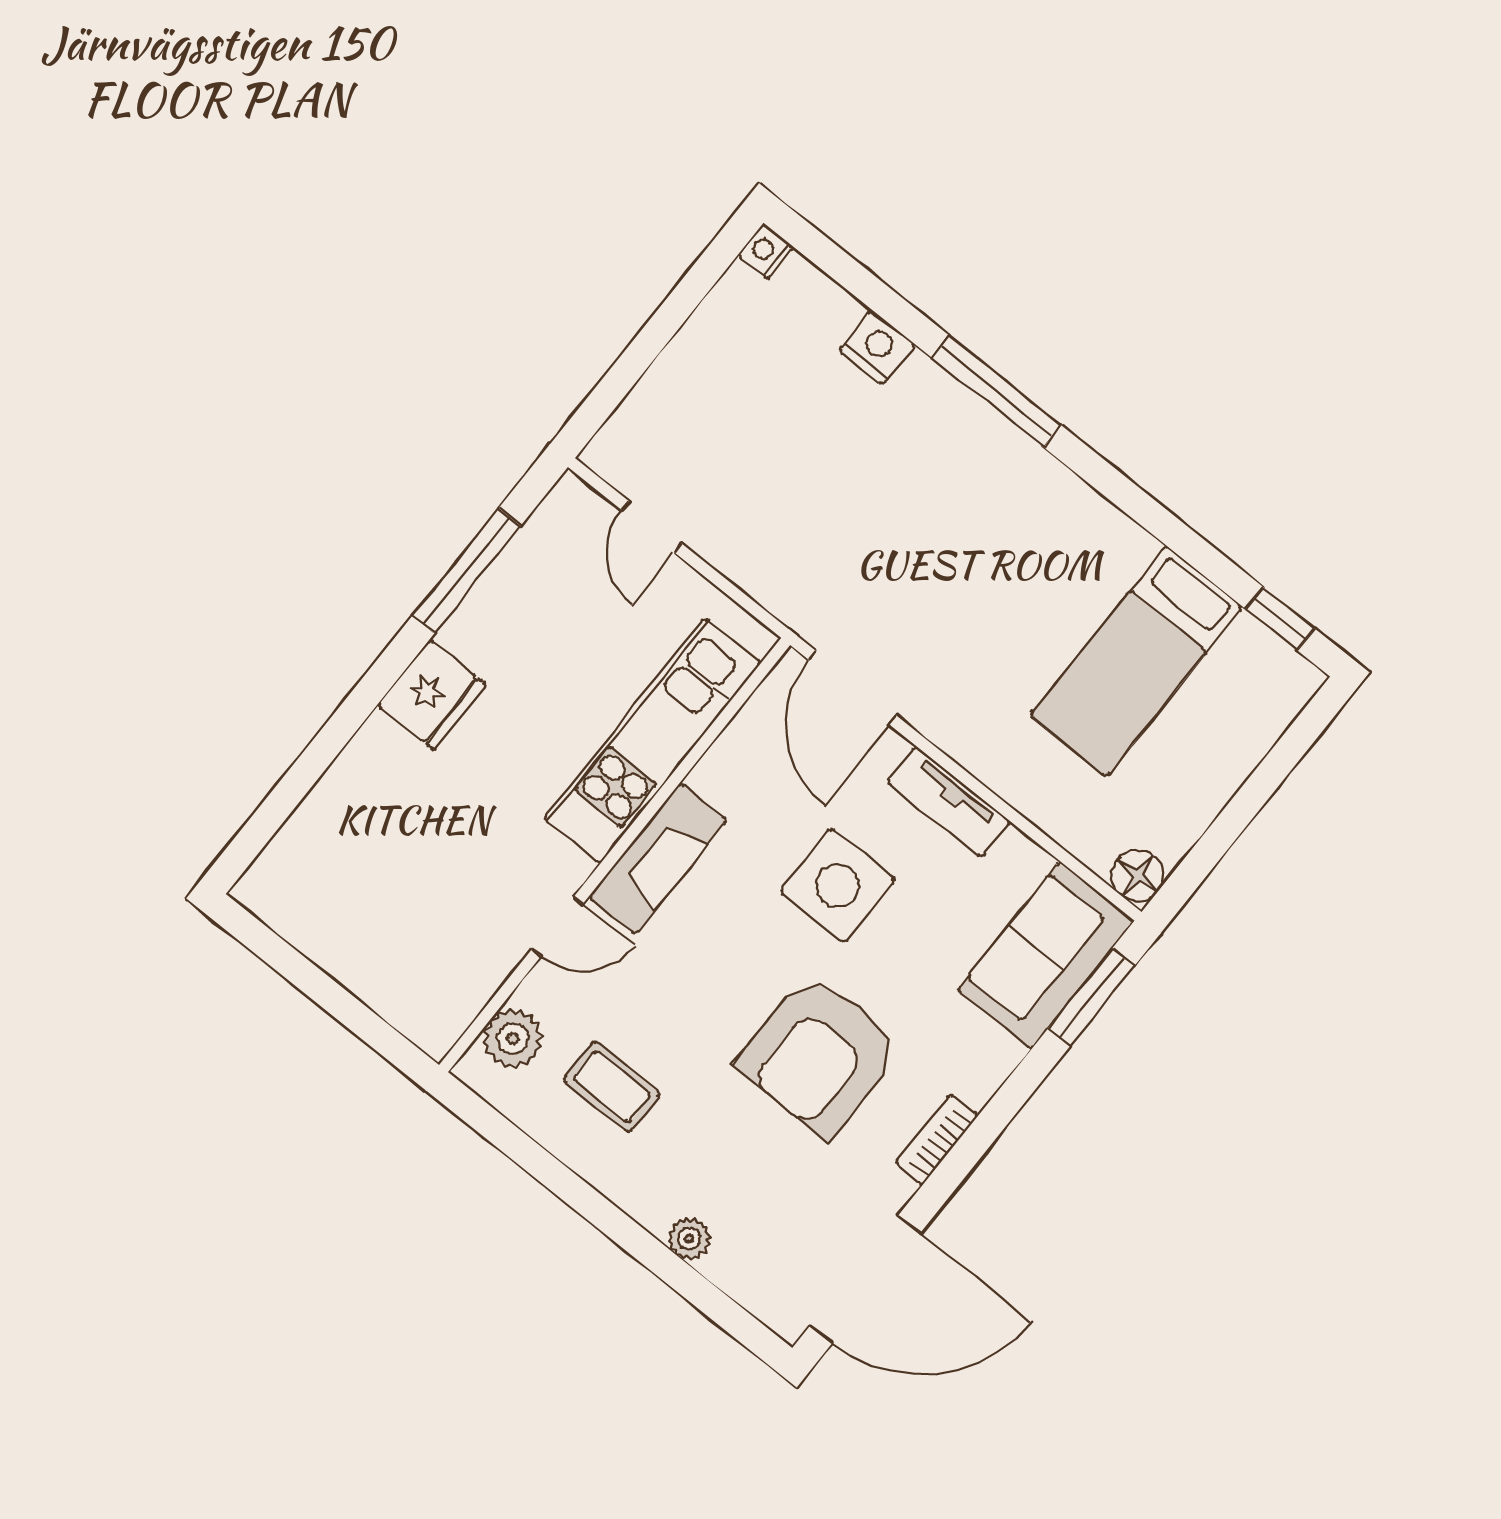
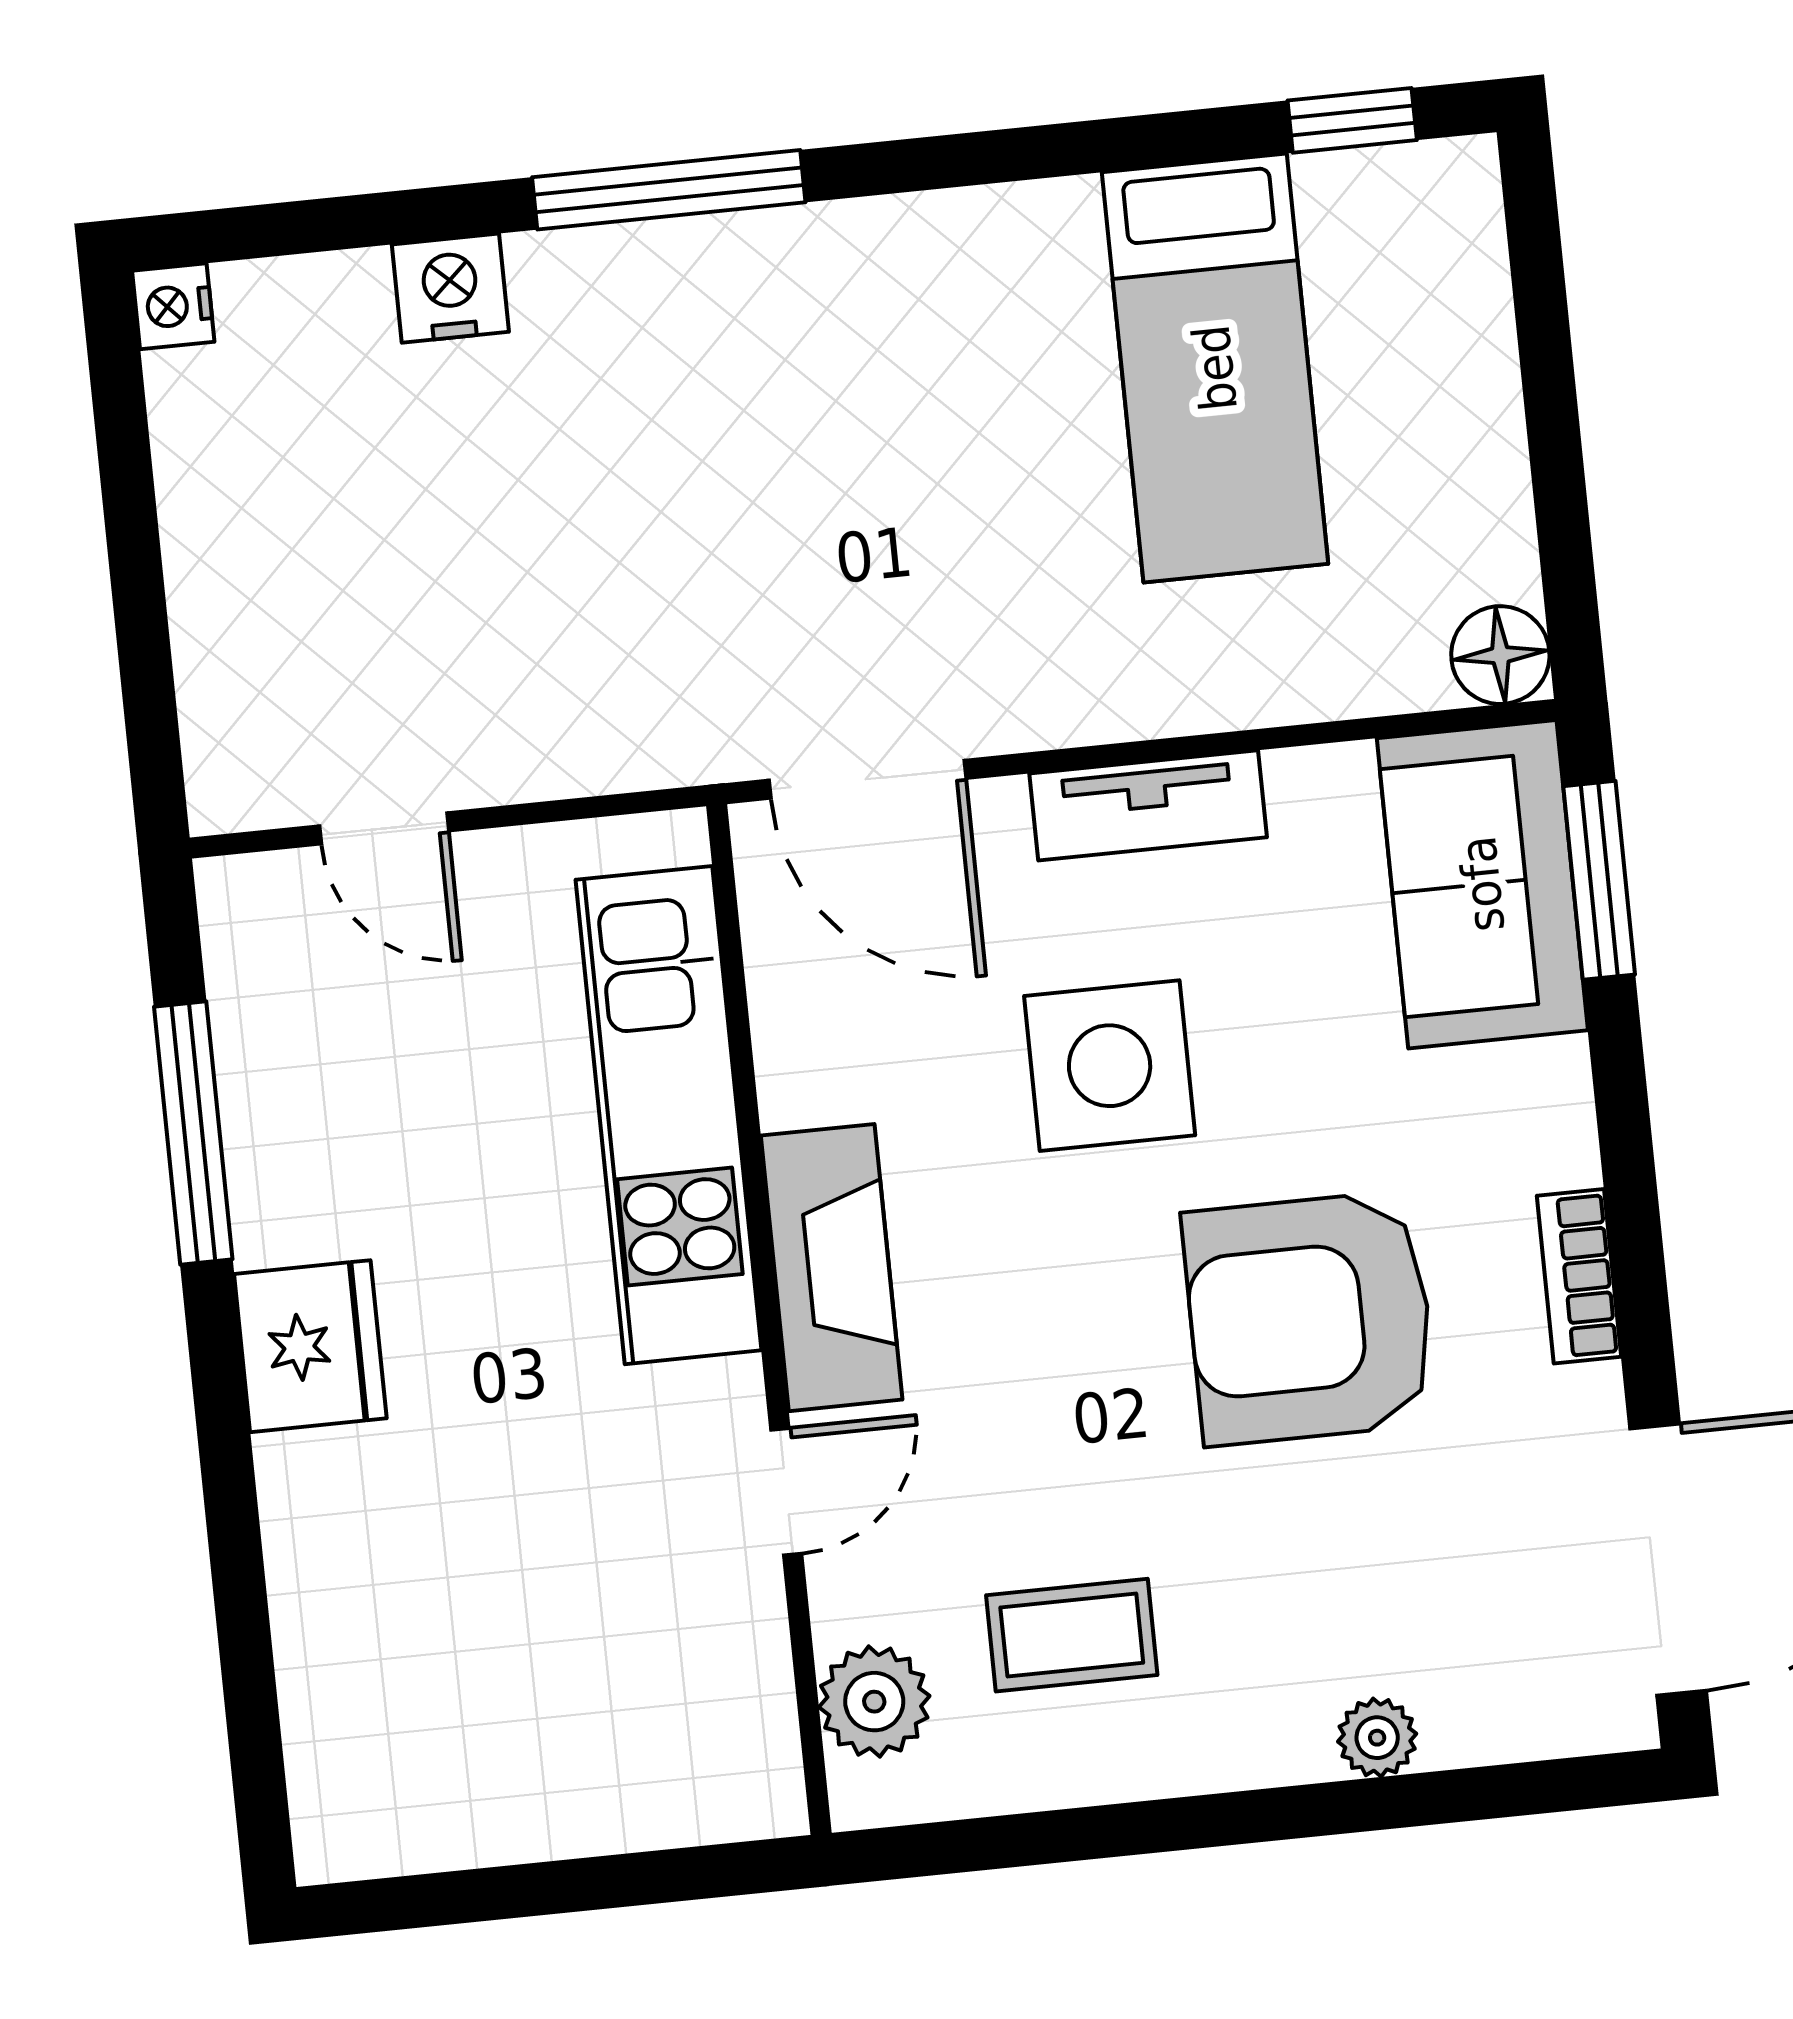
armchair: (819, 1055) -> (1310, 1318), turned 90

